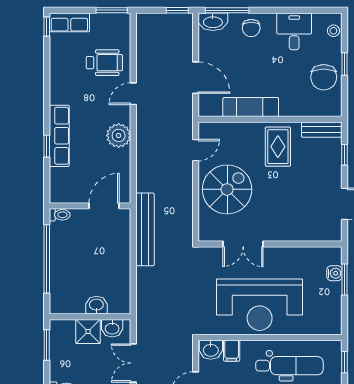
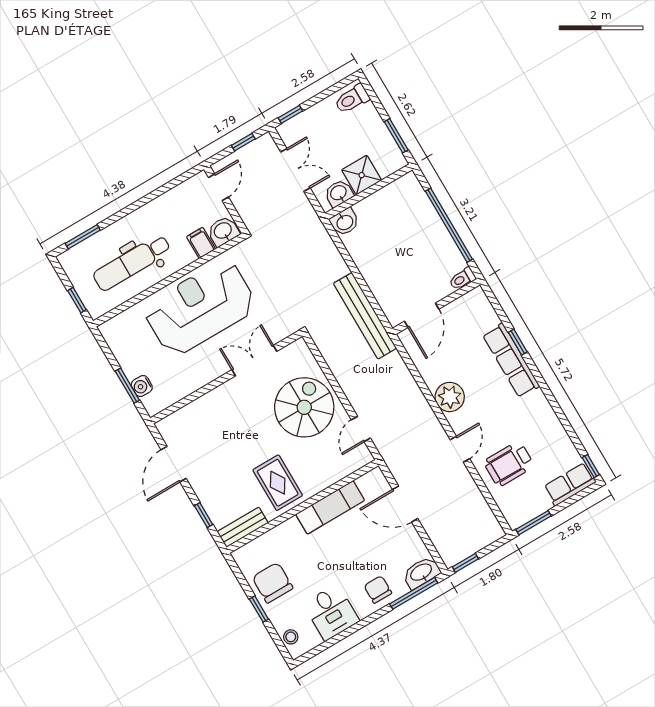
spiral stairs: (227, 189) -> (304, 407), turned 180
washbasin: (96, 305) -> (345, 222), moved

